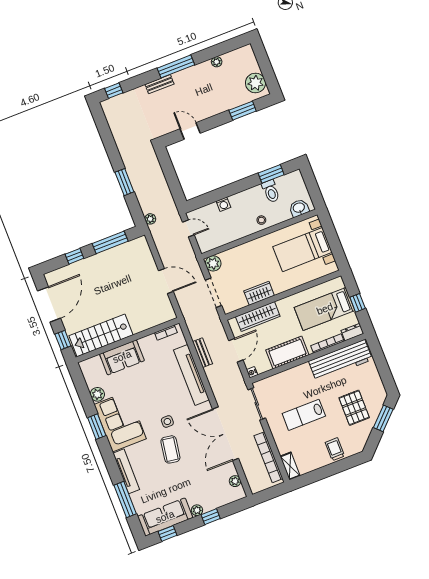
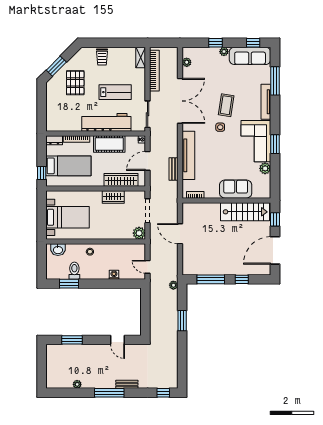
plant: (255, 83) -> (54, 357), removed
window: (358, 303) -> (42, 173), moved
workbench: (341, 360) -> (106, 122), moved

